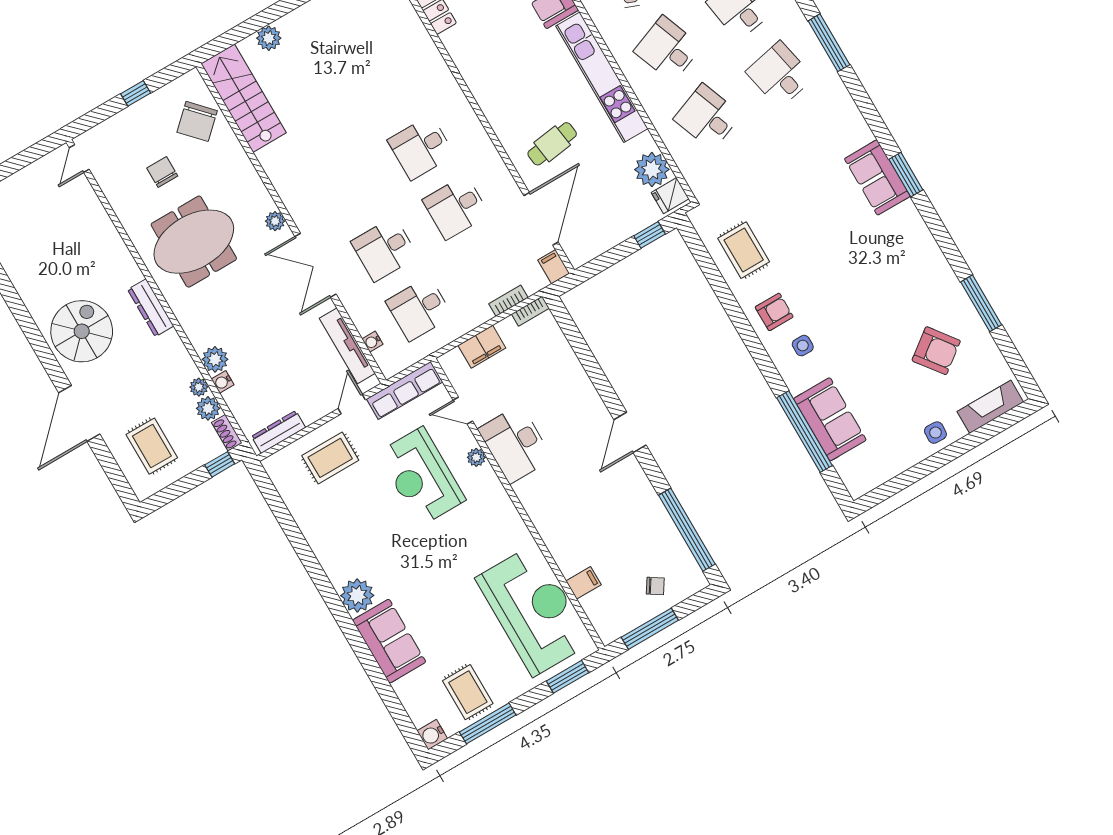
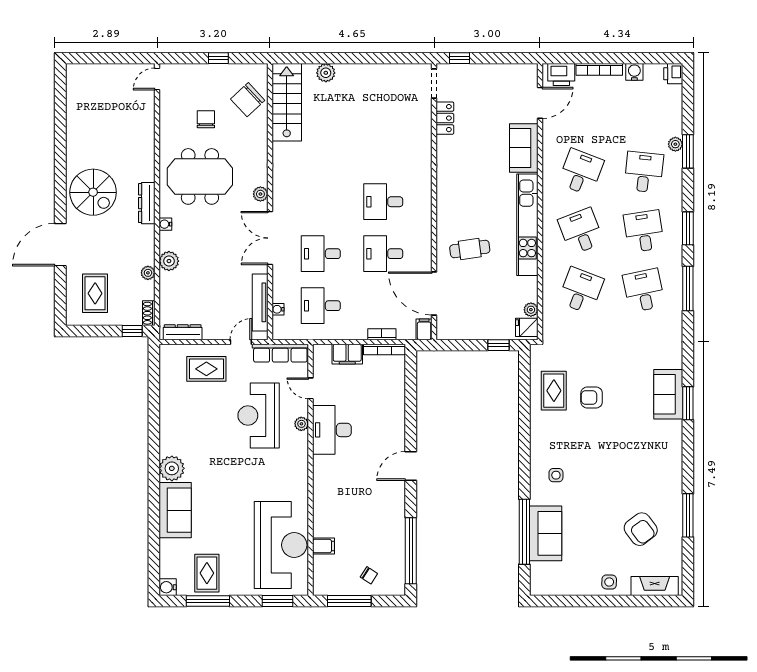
desk: (707, 117) -> (581, 290), turned 42
plant: (652, 170) -> (531, 310), width x0.53, depth x0.53
door: (541, 219) -> (434, 293), swing flipped
bookcase: (530, 311) -> (385, 349), width x1.56
armchair: (774, 312) -> (592, 397), moved, turned 180
spiral stairs: (82, 331) -> (93, 192), turned 90
water cooler: (223, 382) -> (165, 224), moved
plant: (208, 408) -> (146, 290), removed

